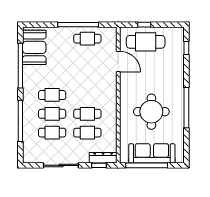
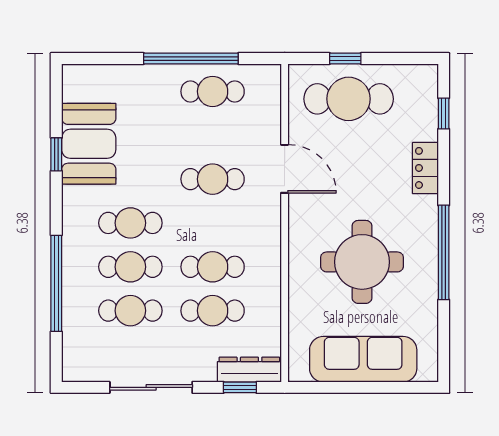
booth: (34, 47) -> (89, 144), moved
door: (118, 62) -> (285, 169), moved
window: (20, 66) -> (56, 154), width x0.32
locker: (179, 71) -> (425, 168), added
cafe table: (87, 76) -> (213, 179), added
window: (147, 165) -> (351, 387), removed

